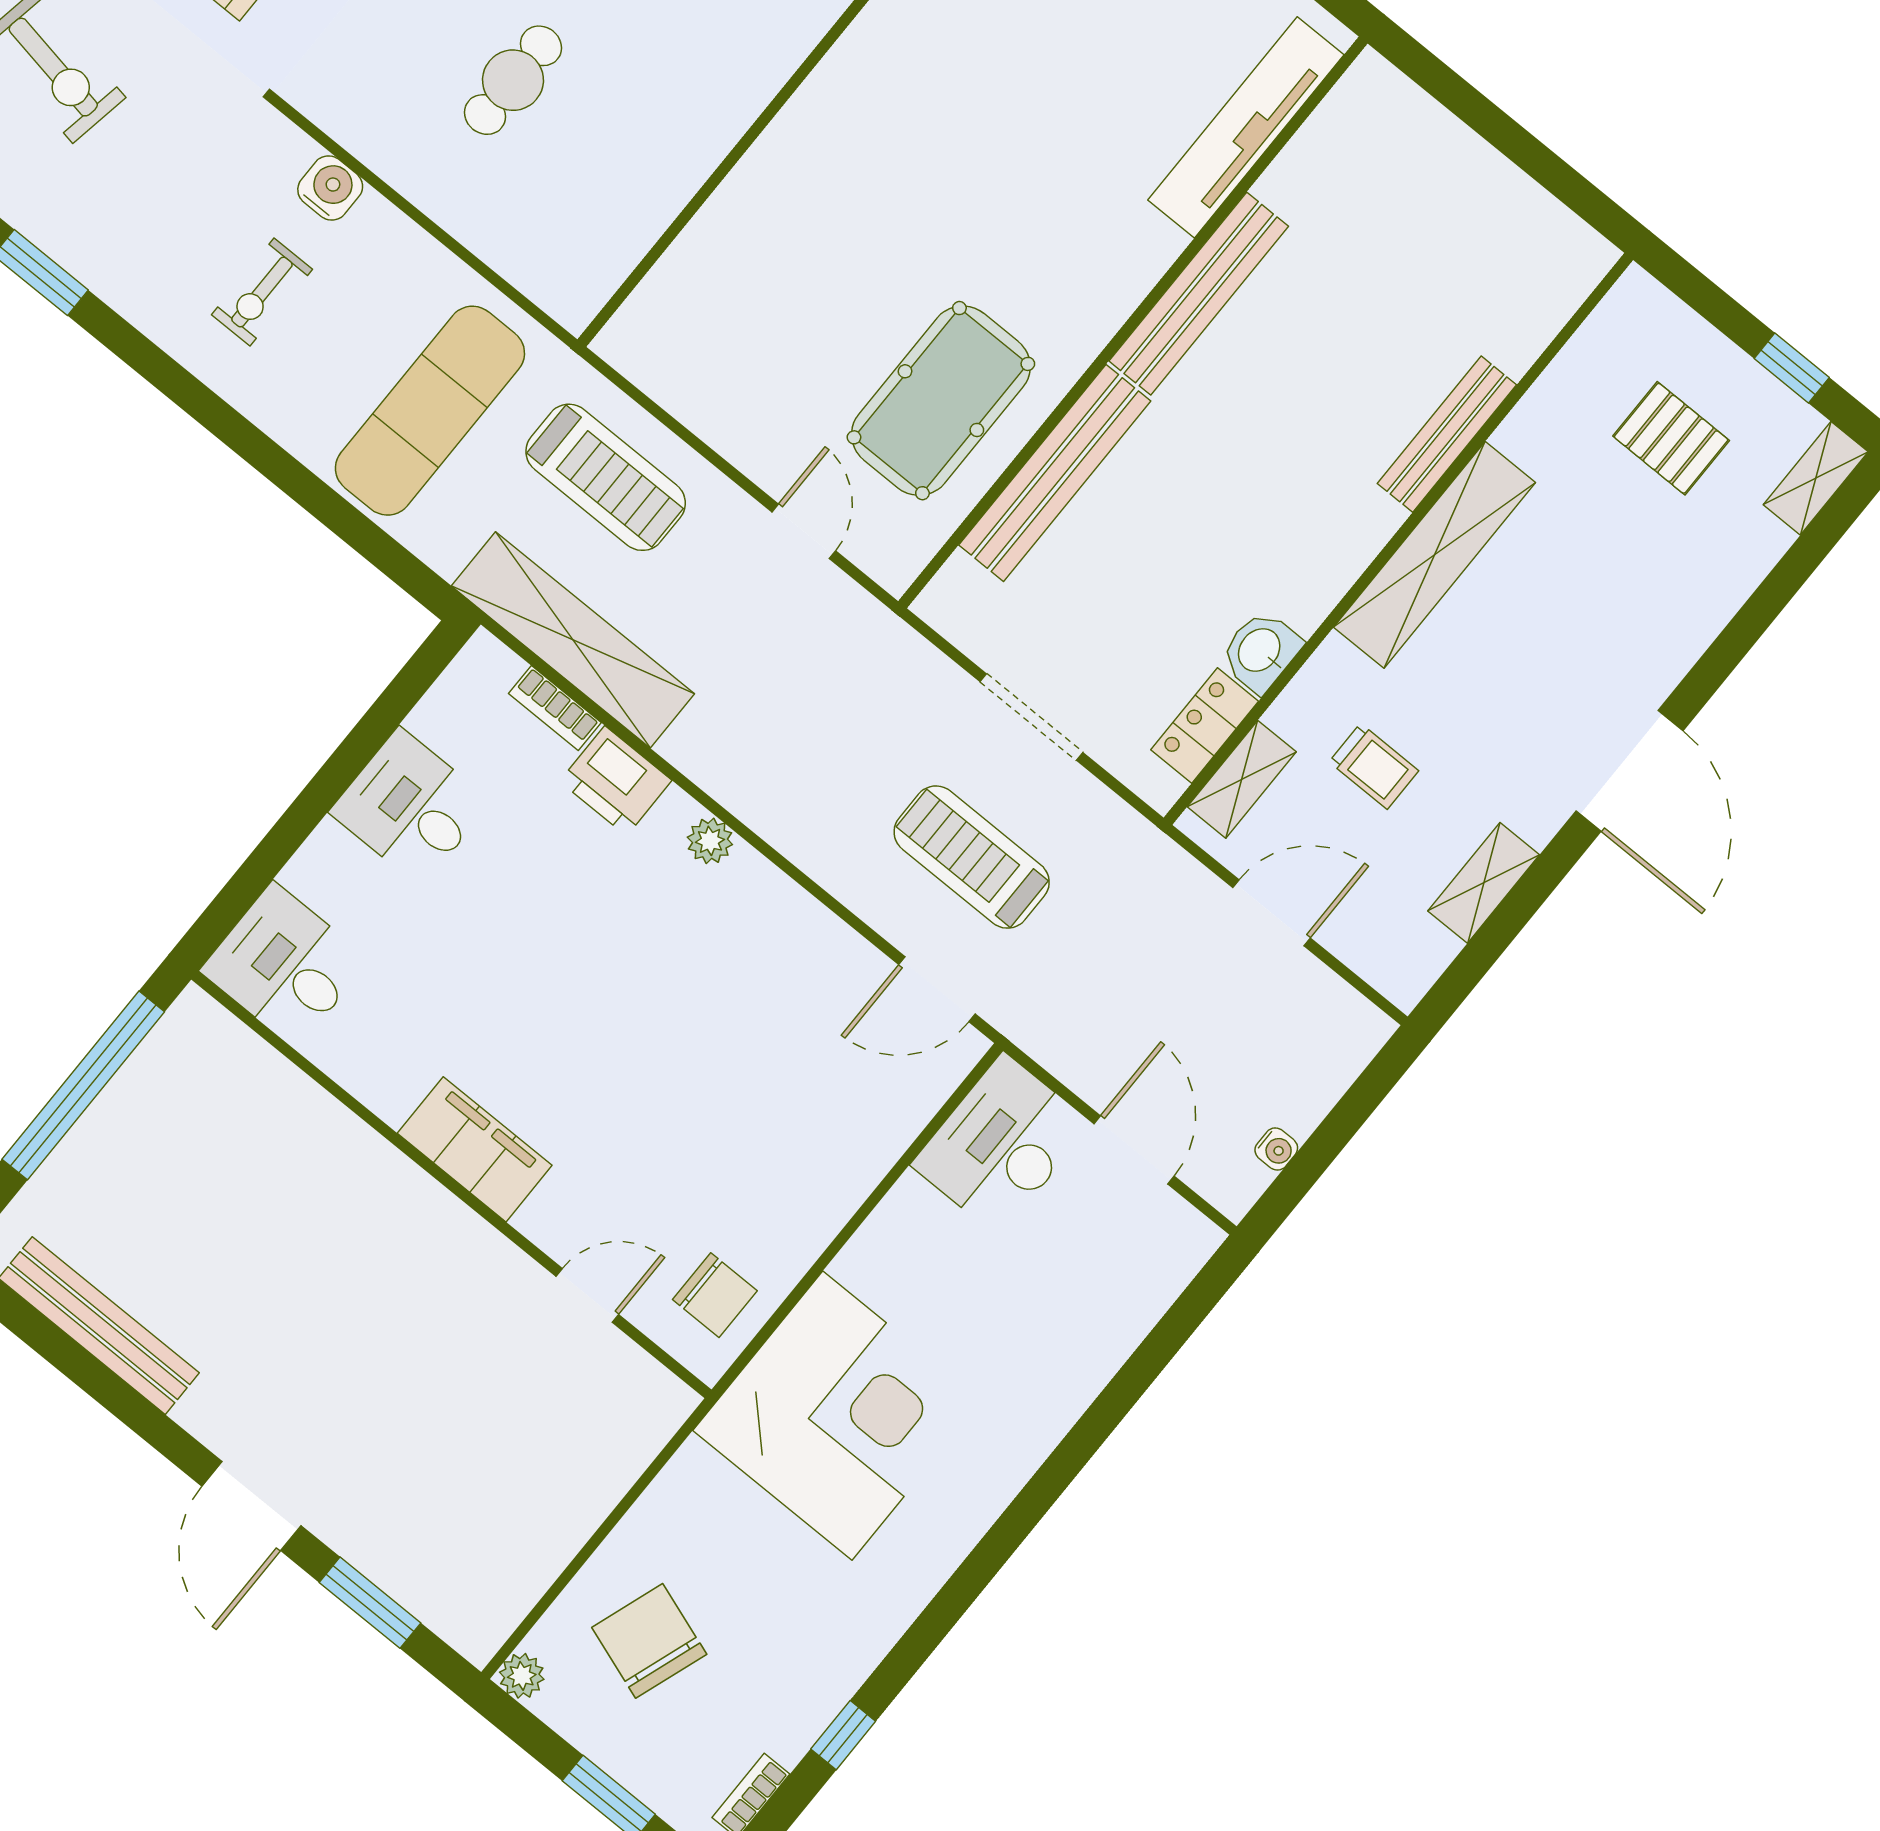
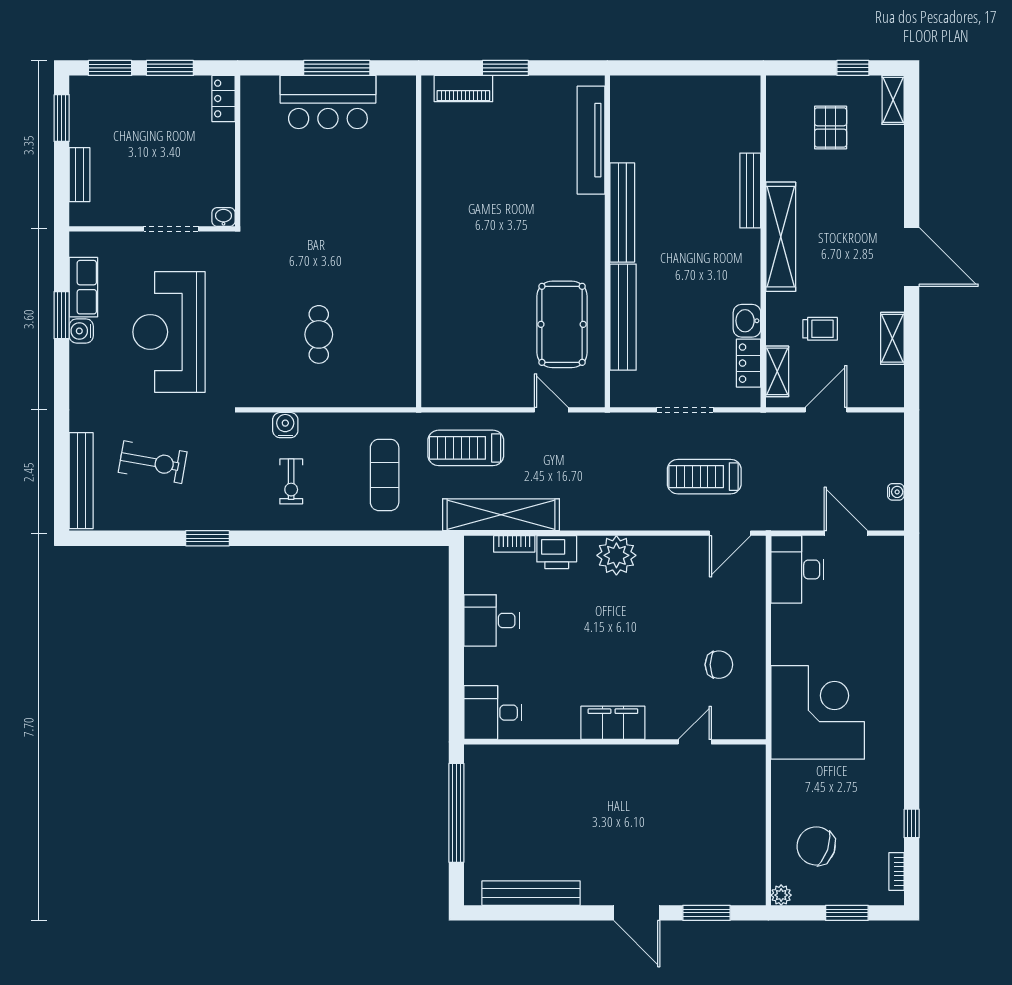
exercise mat: (430, 411) -> (385, 475), width x0.73, depth x0.69
pallet: (1671, 438) -> (831, 127), turned 90
treadmill: (606, 477) -> (466, 448), turned 180
plant: (710, 841) -> (616, 555), width x1.88, depth x1.88
chair: (715, 1295) -> (719, 665), moved

